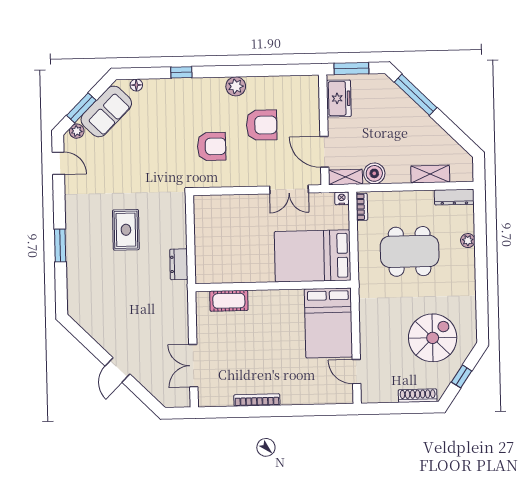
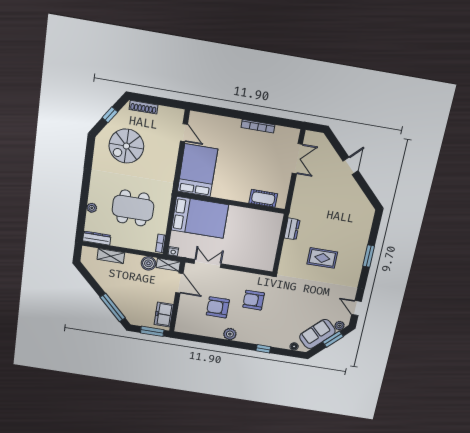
rug: (126, 230) -> (322, 258), turned 90

